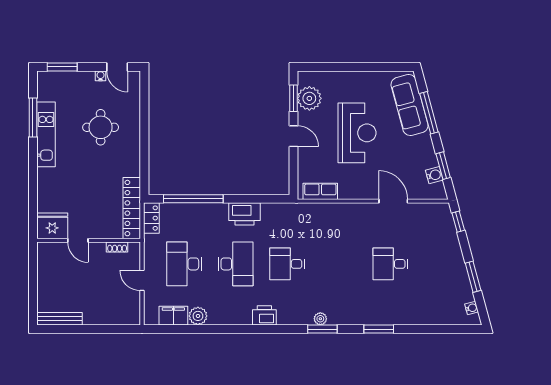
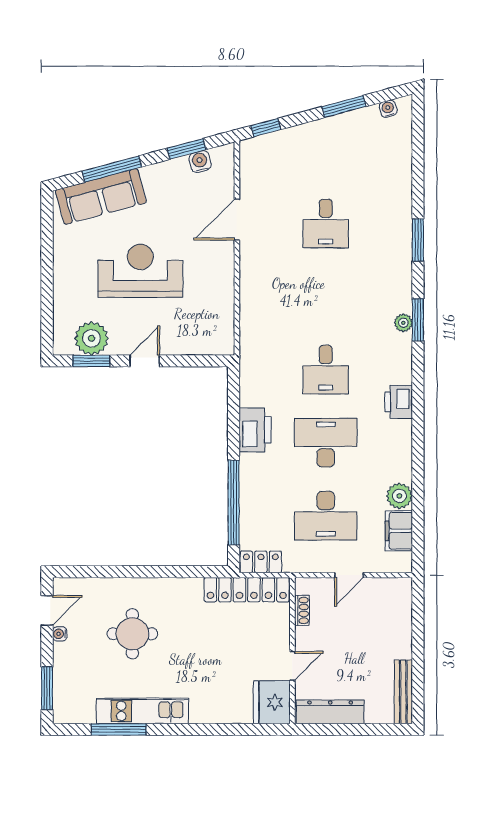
row of seats: (320, 191) -> (223, 323), removed
dresser: (45, 267) -> (330, 712), added

